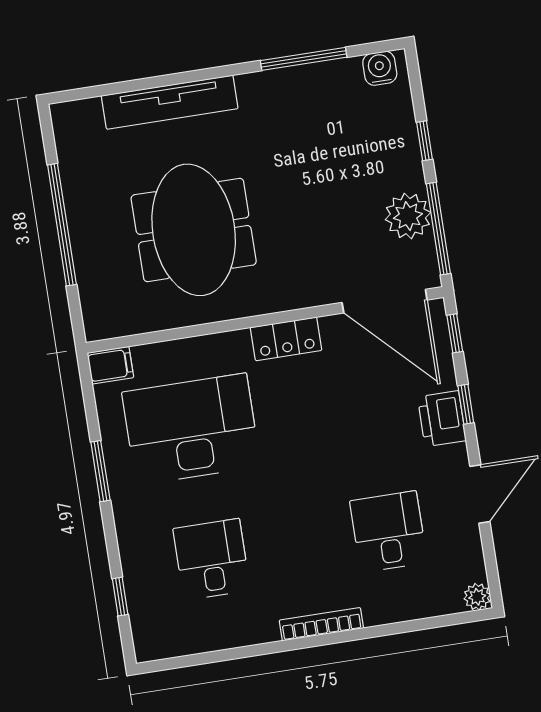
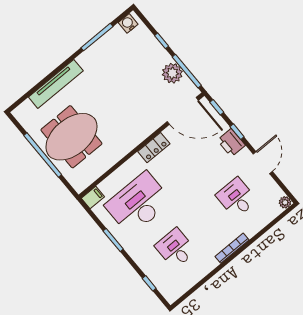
meeting table: (194, 230) -> (71, 137), moved, turned 90

